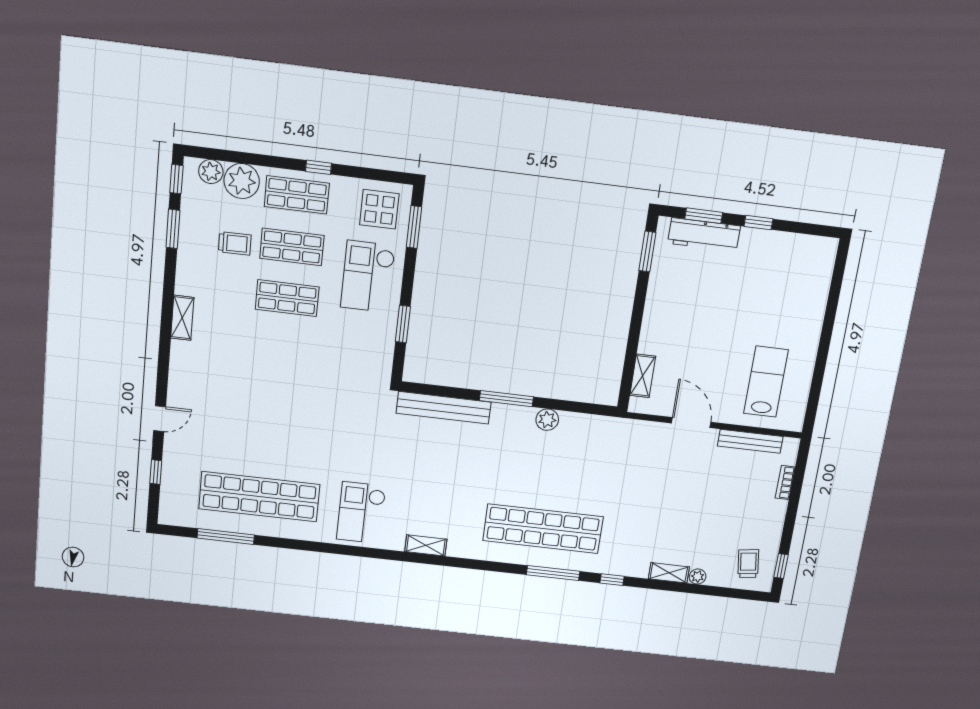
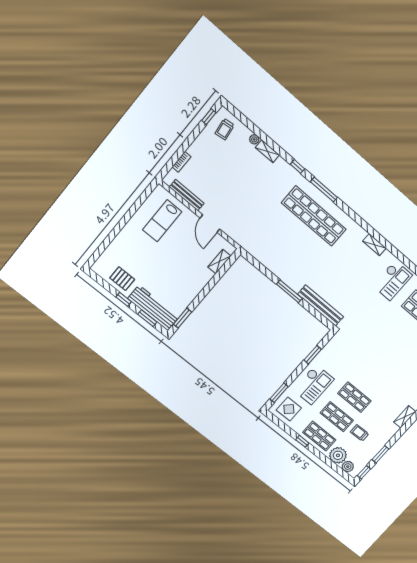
workbench: (704, 235) -> (153, 308), width x1.36, depth x1.32
pallet: (779, 255) -> (122, 279), added
plant: (547, 420) -> (277, 269), removed

